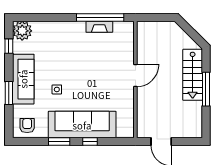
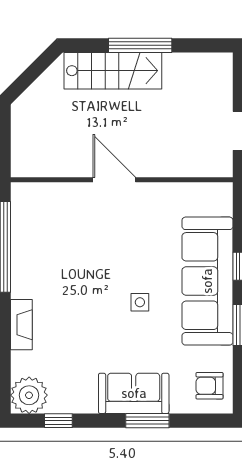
fireplace: (99, 27) -> (21, 325), moved
sofa: (23, 79) -> (134, 393), width x0.73
side table: (57, 89) -> (140, 302), moved

